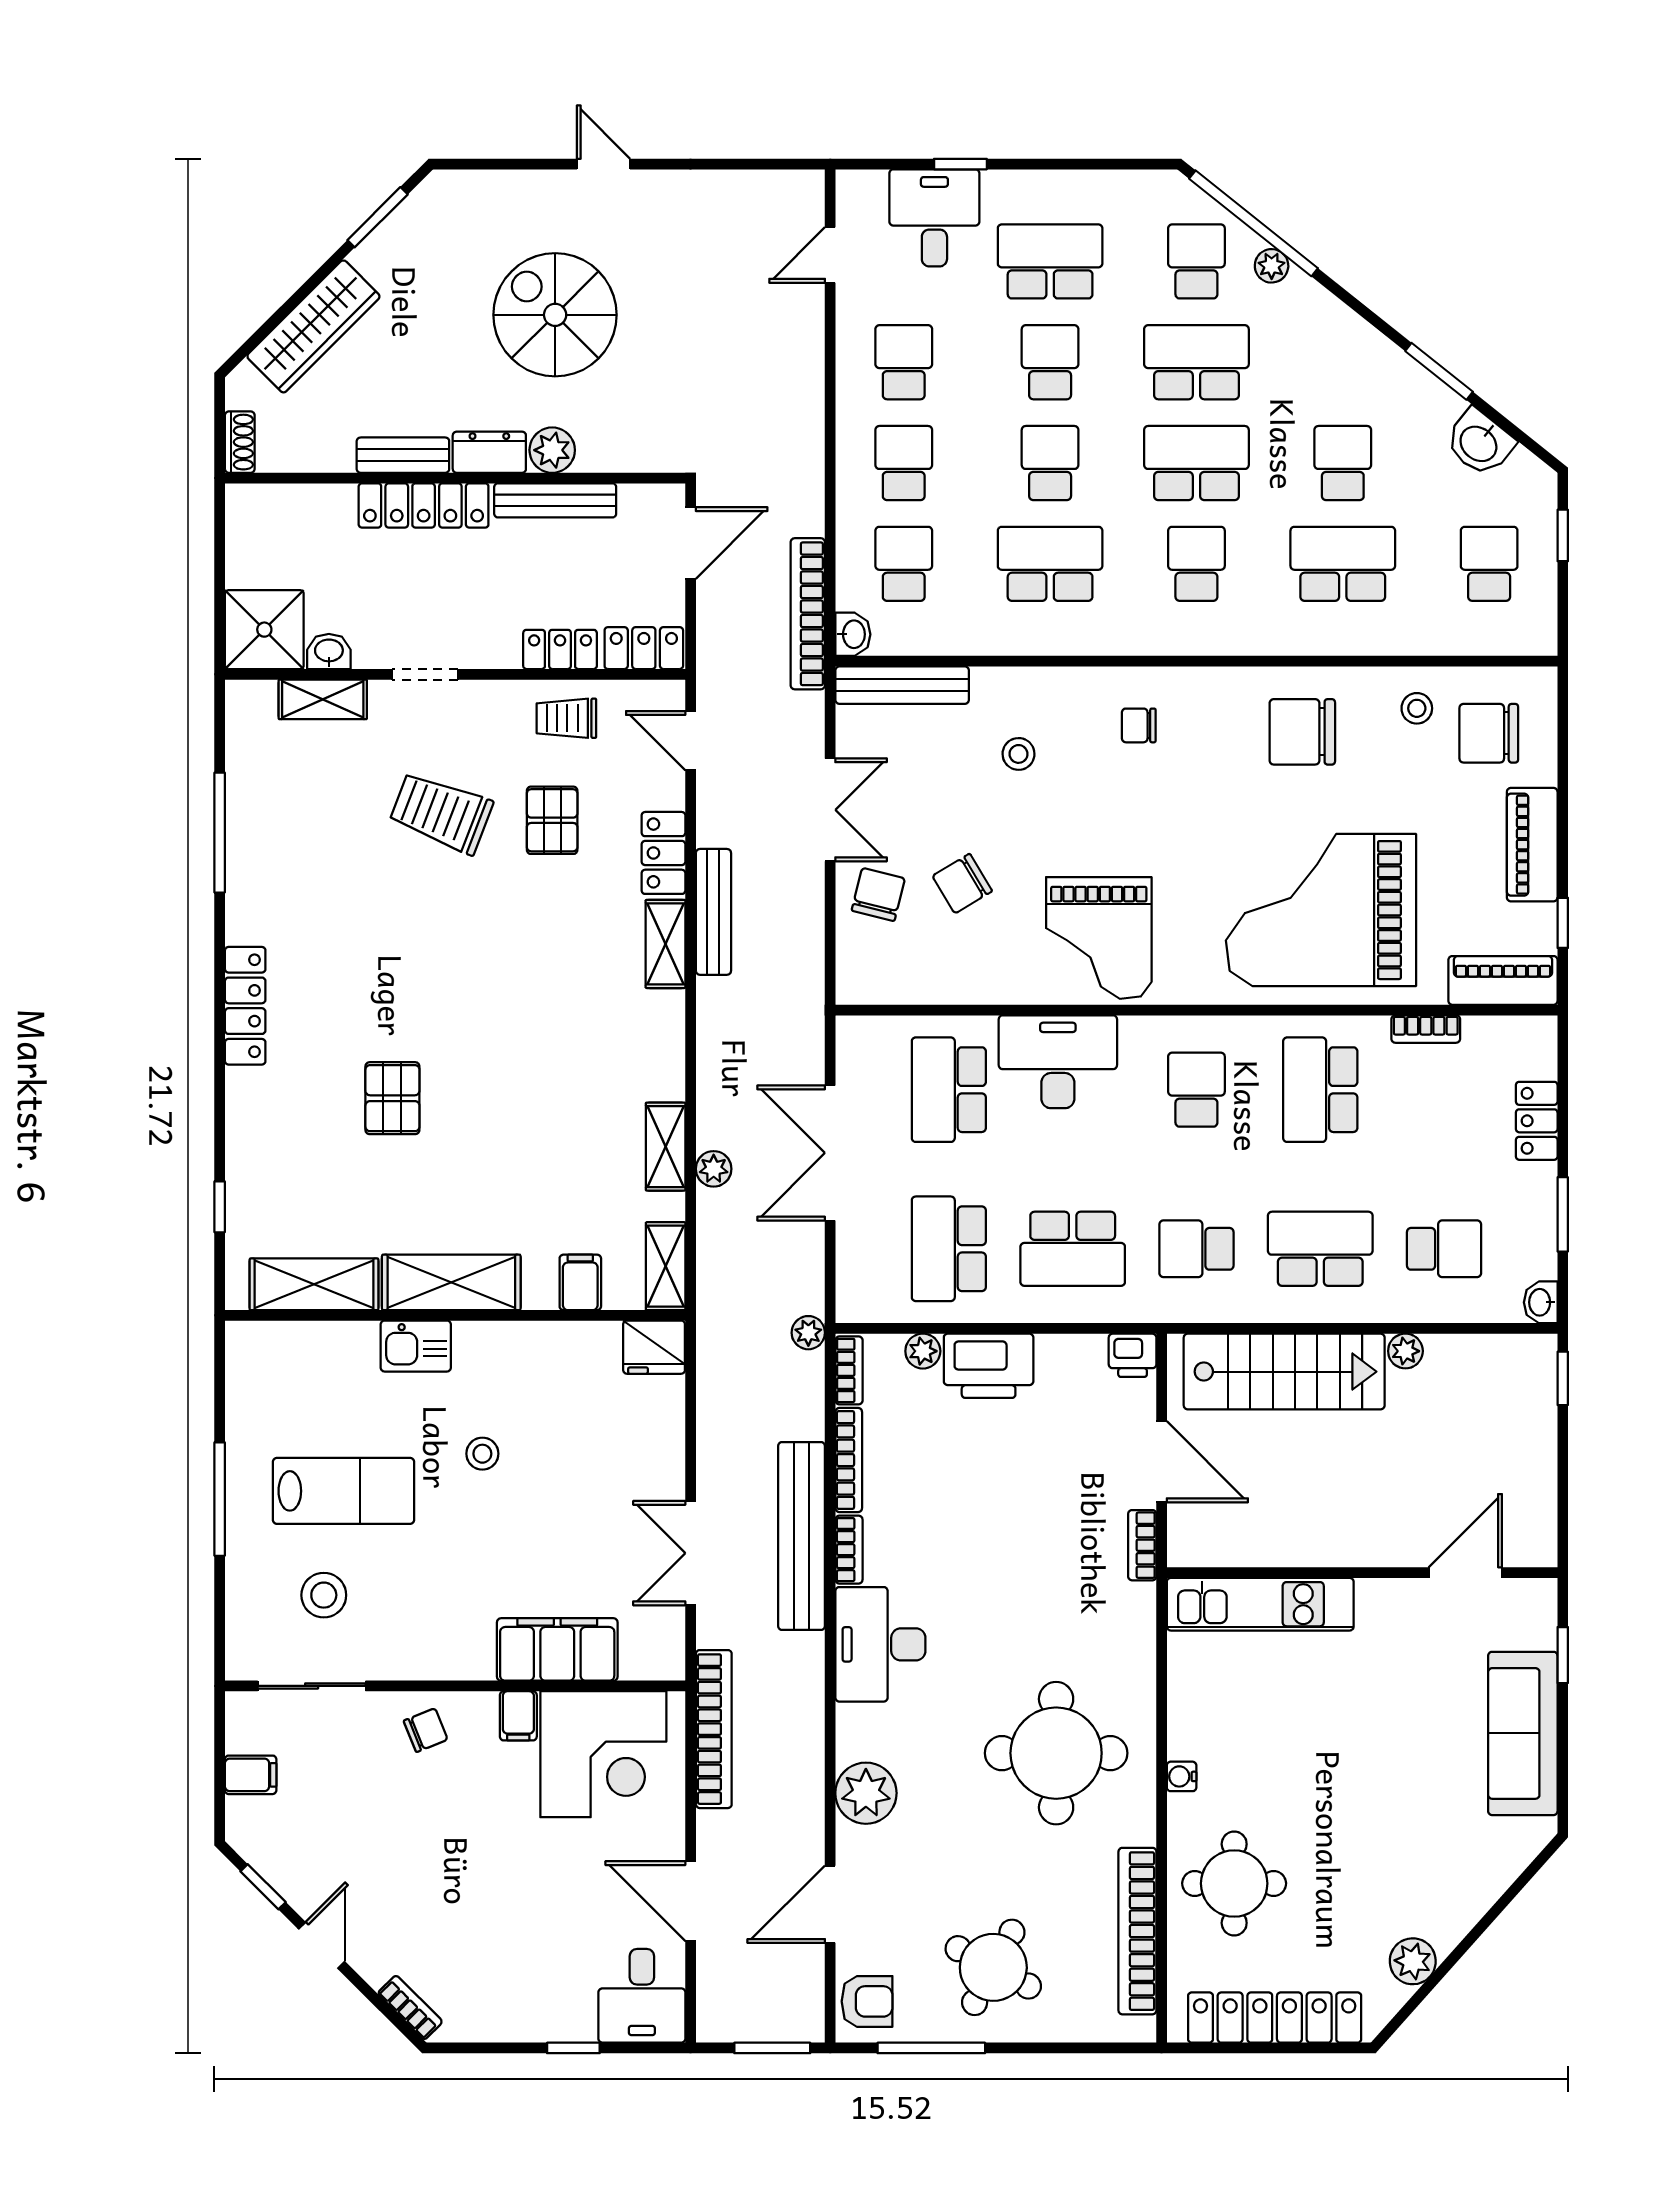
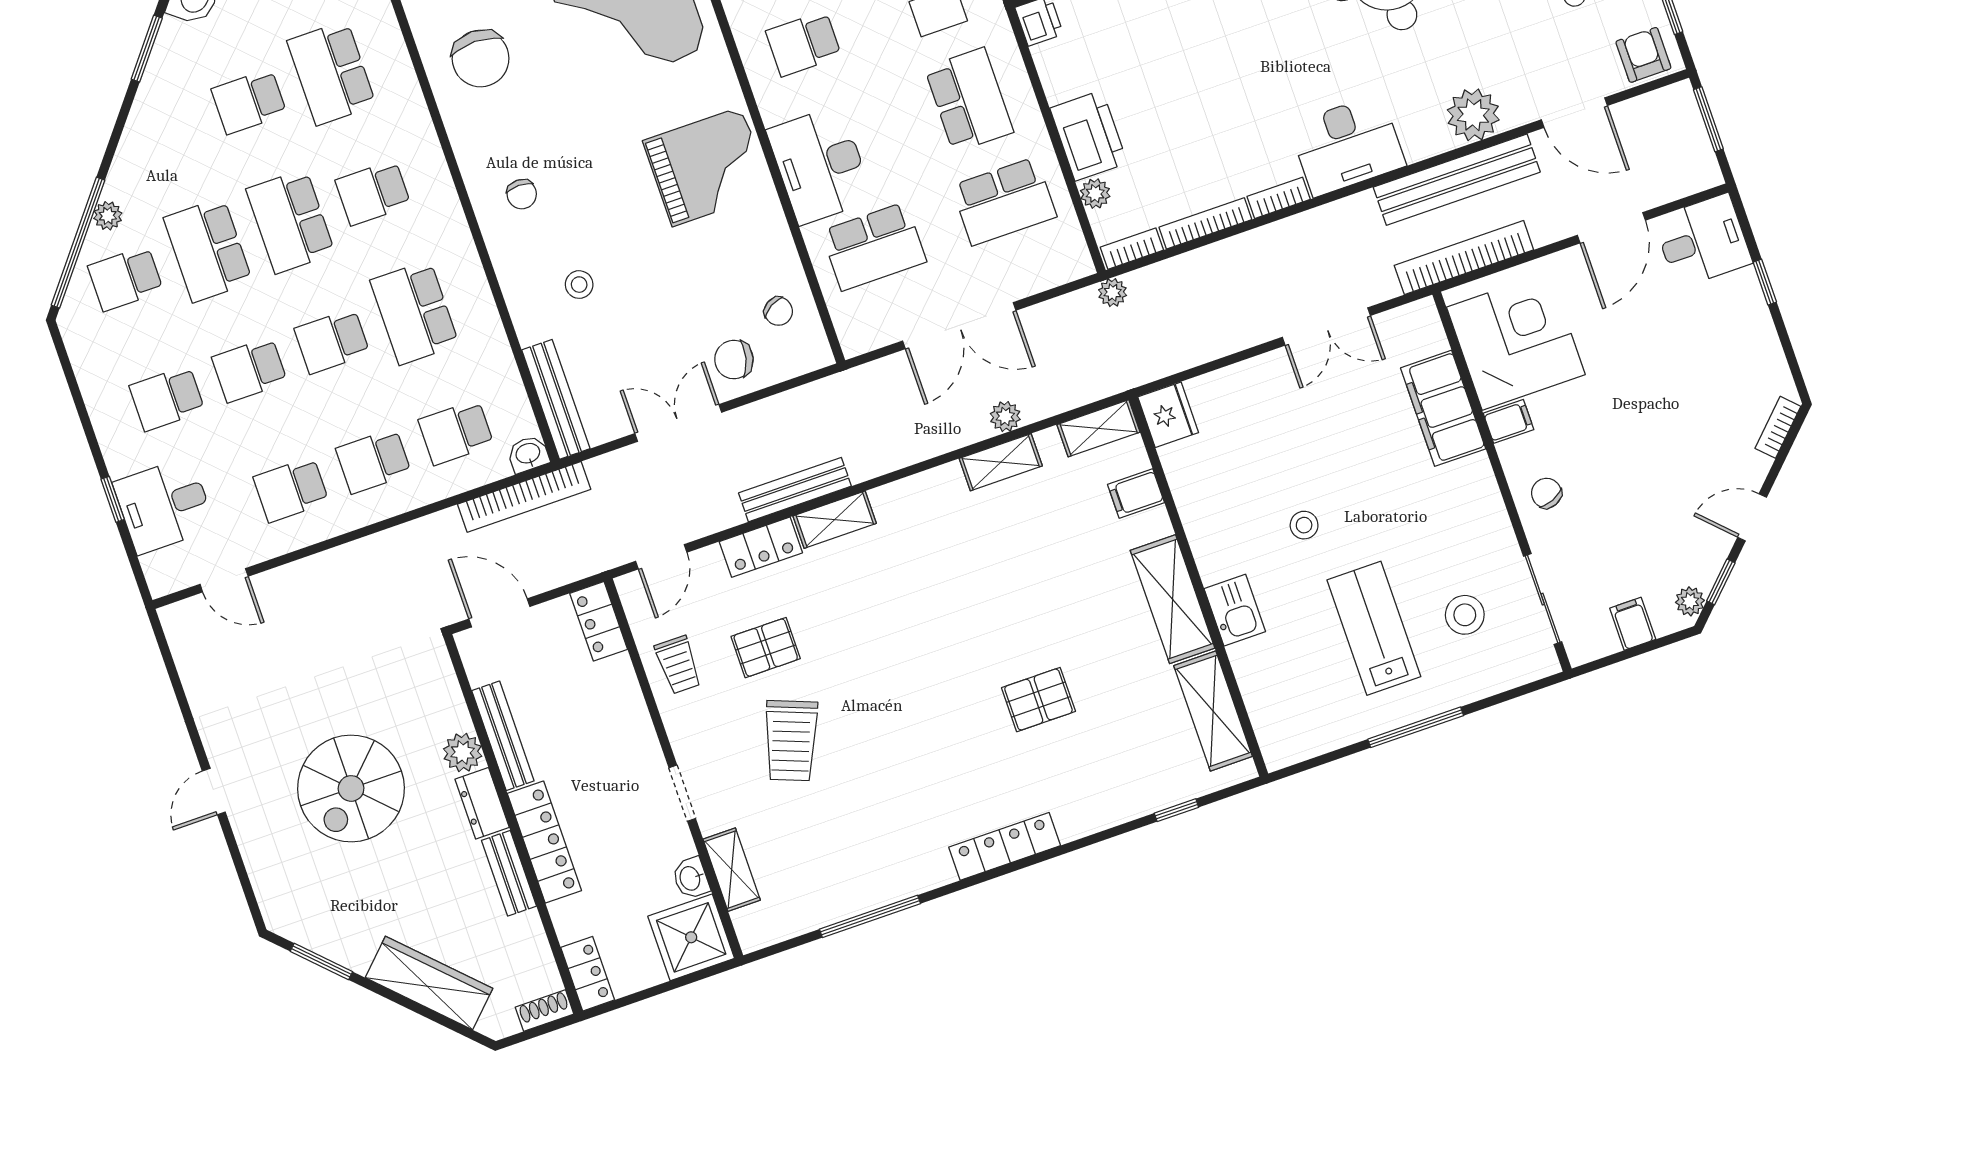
school desk: (1050, 261) -> (167, 398), width x0.54
locker: (560, 649) -> (588, 974), moved, turned 180
chair: (962, 884) -> (778, 311), moved, width x0.73, depth x0.73
bench: (802, 1536) -> (1457, 180), moved
plant: (253, 1846) -> (1690, 601), added

